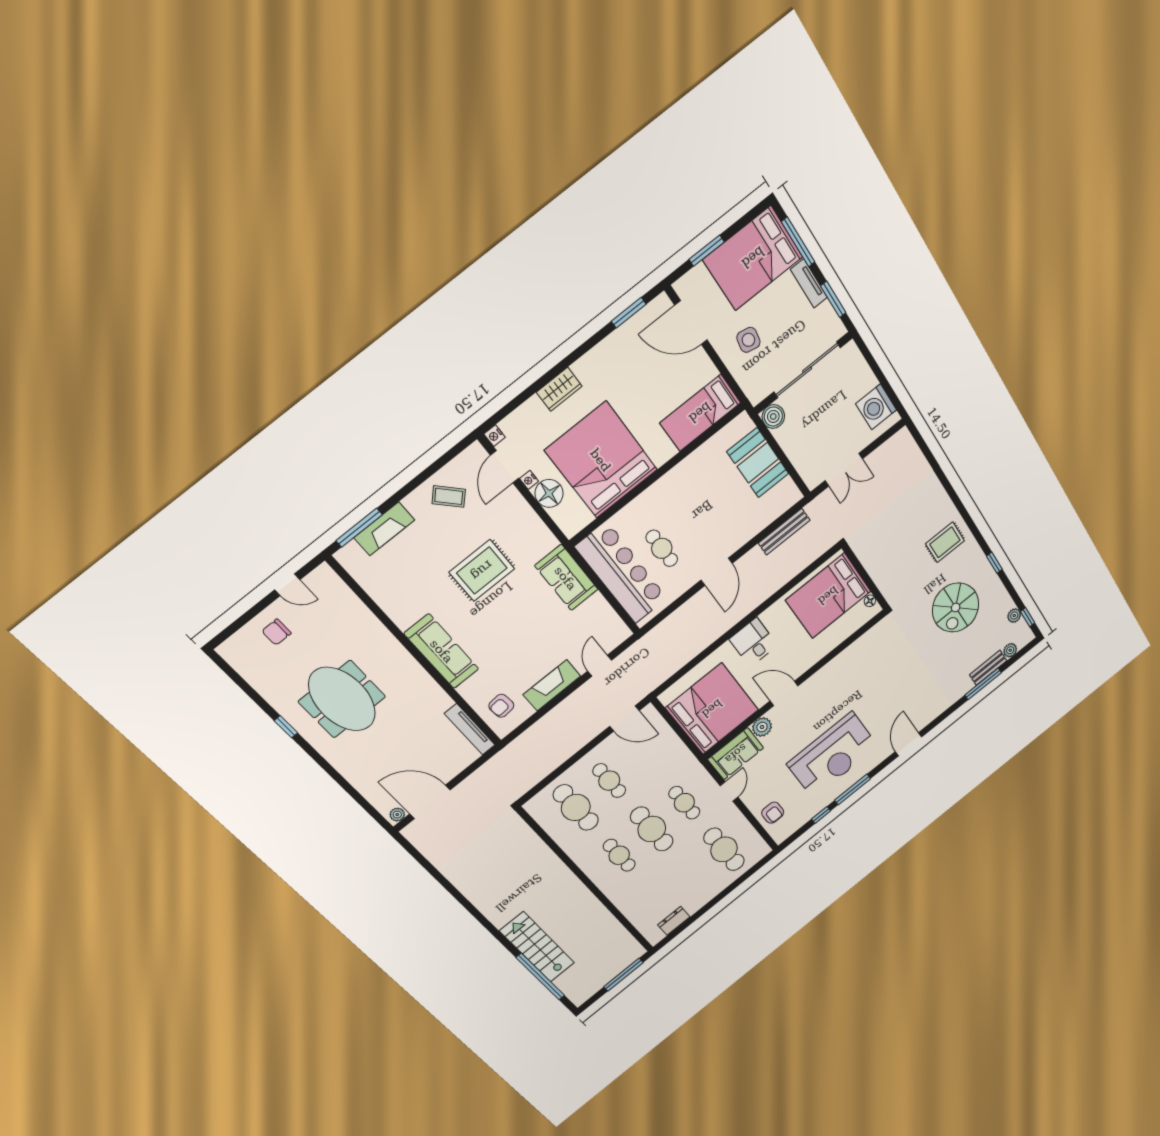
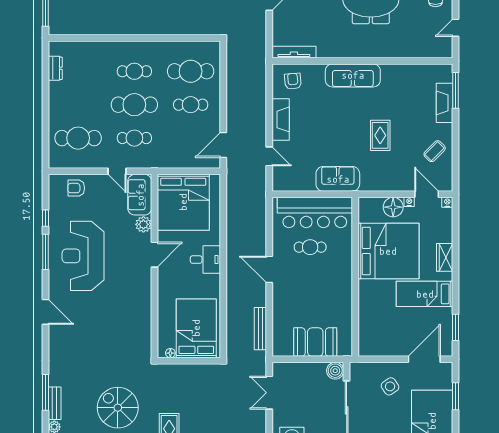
side table: (748, 340) -> (390, 386), turned 45
bed: (700, 413) -> (425, 294), moved, turned -90
rug: (482, 571) -> (380, 135), width x0.73, depth x0.70

